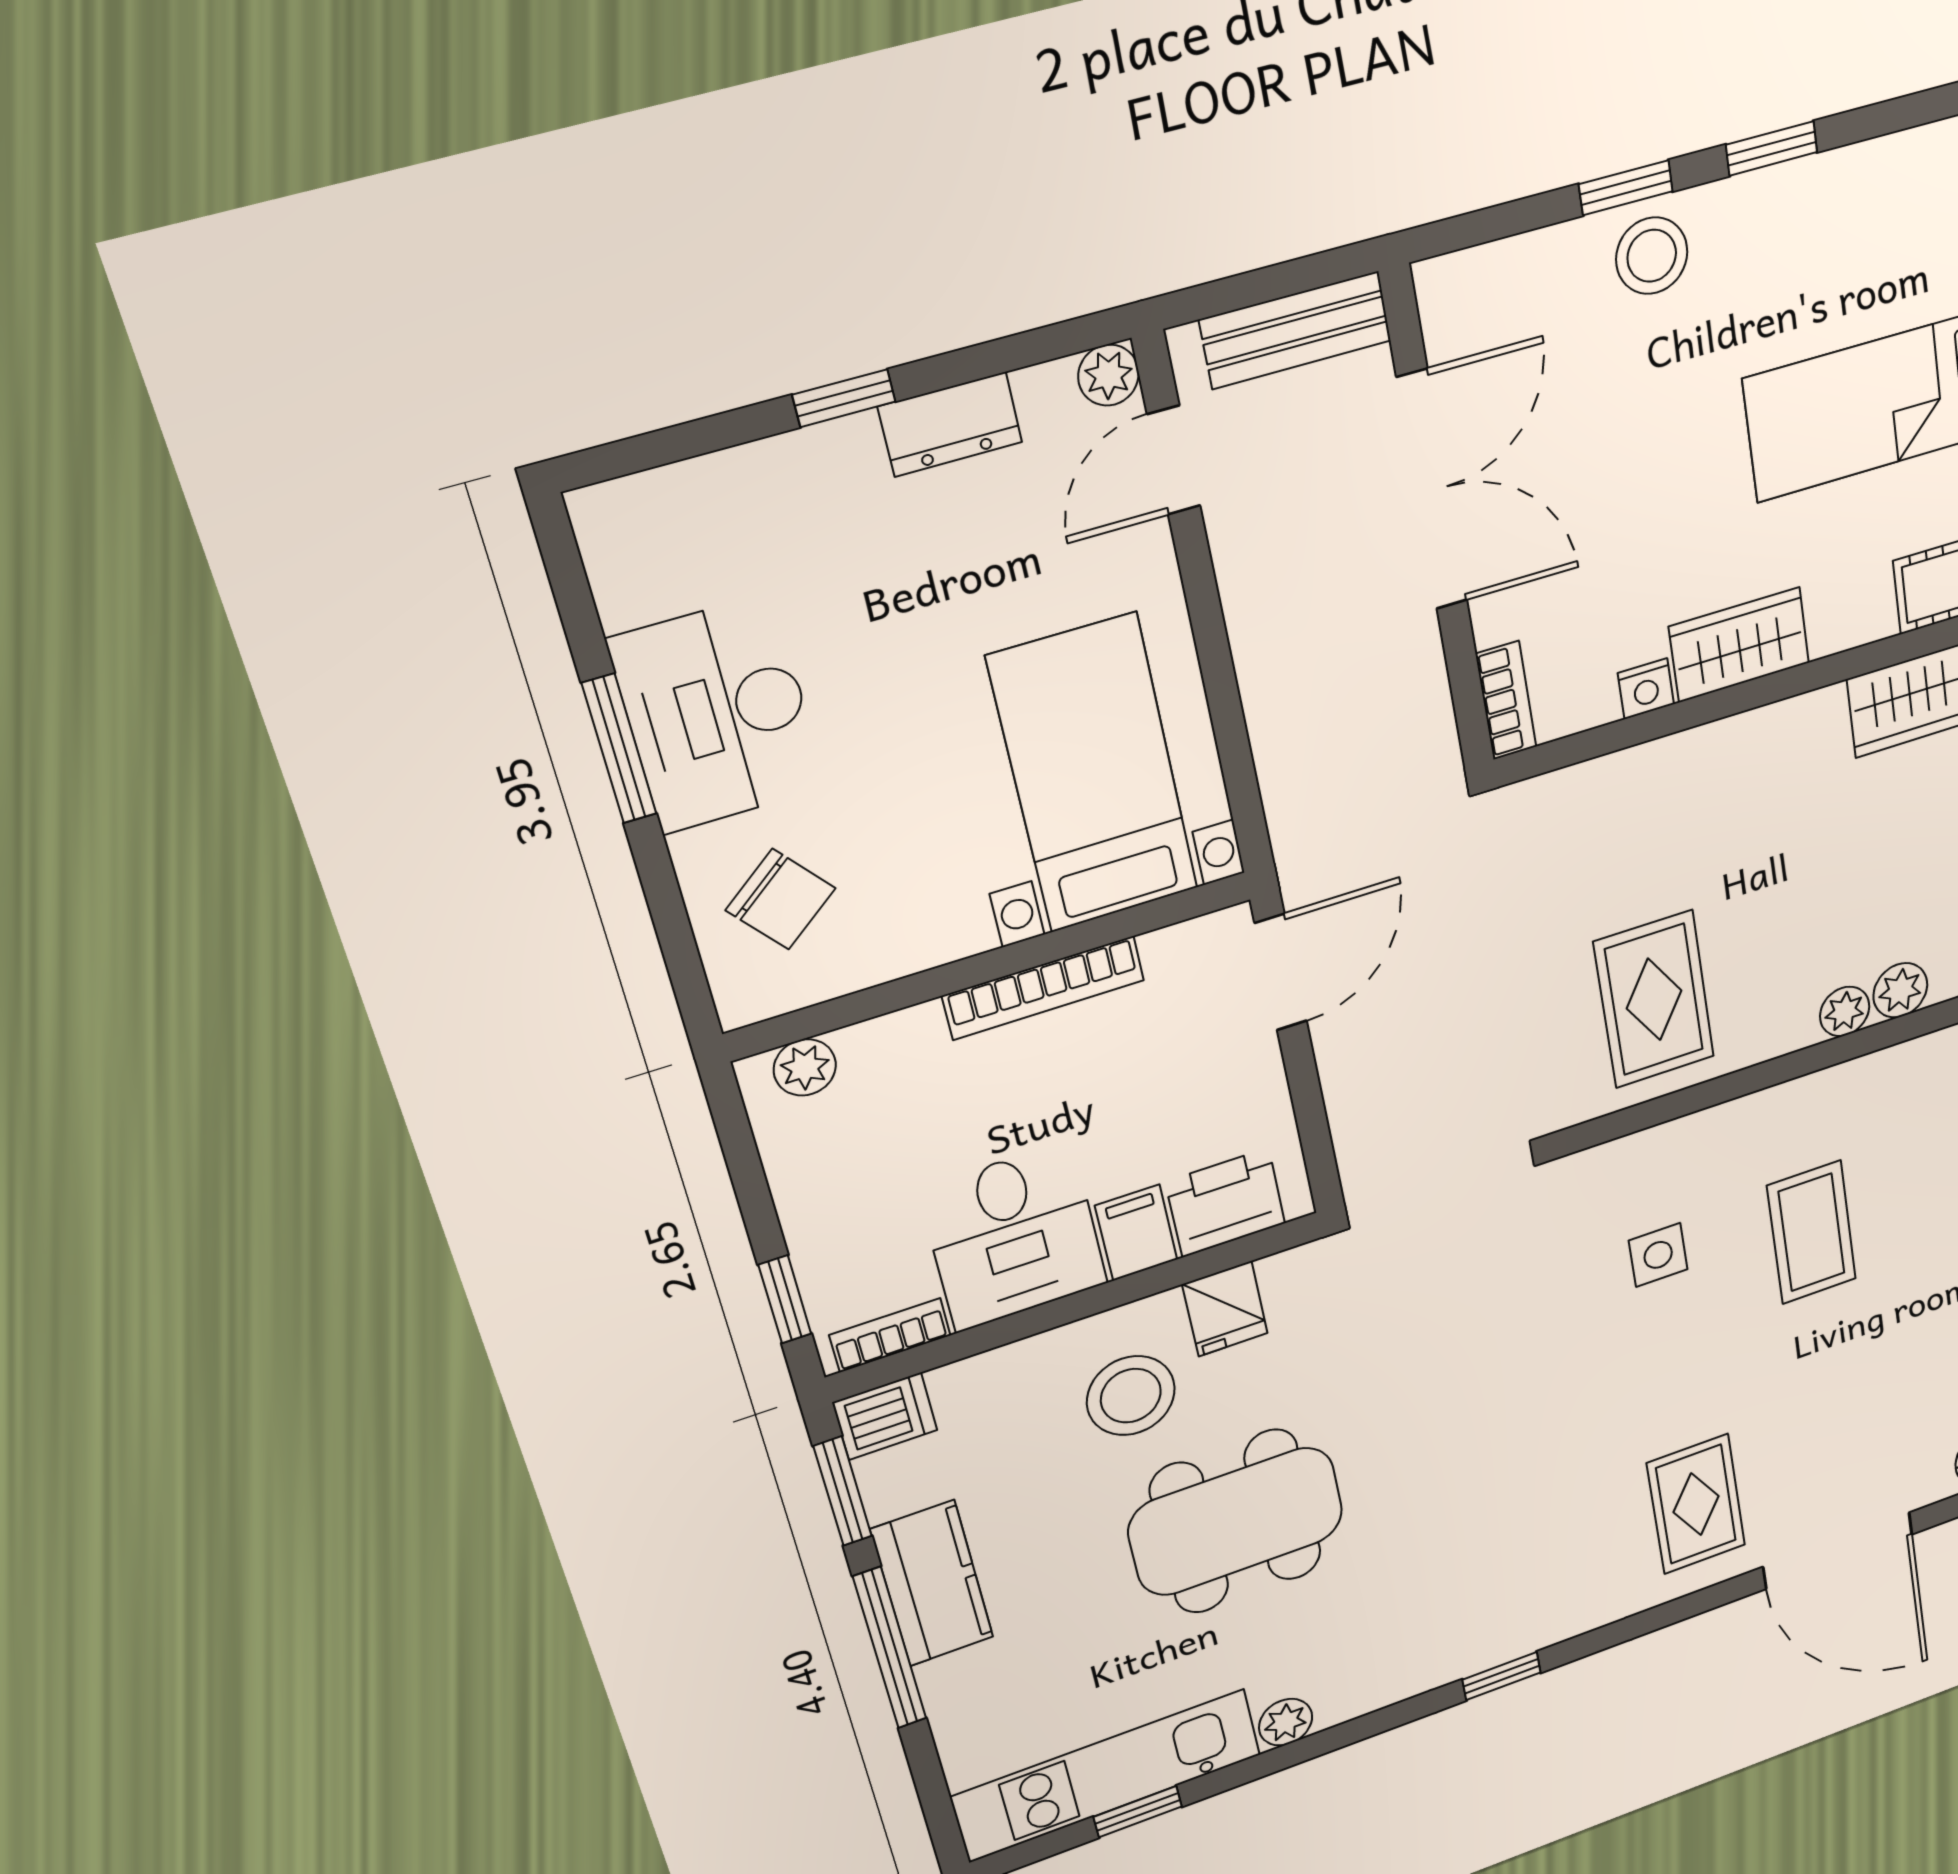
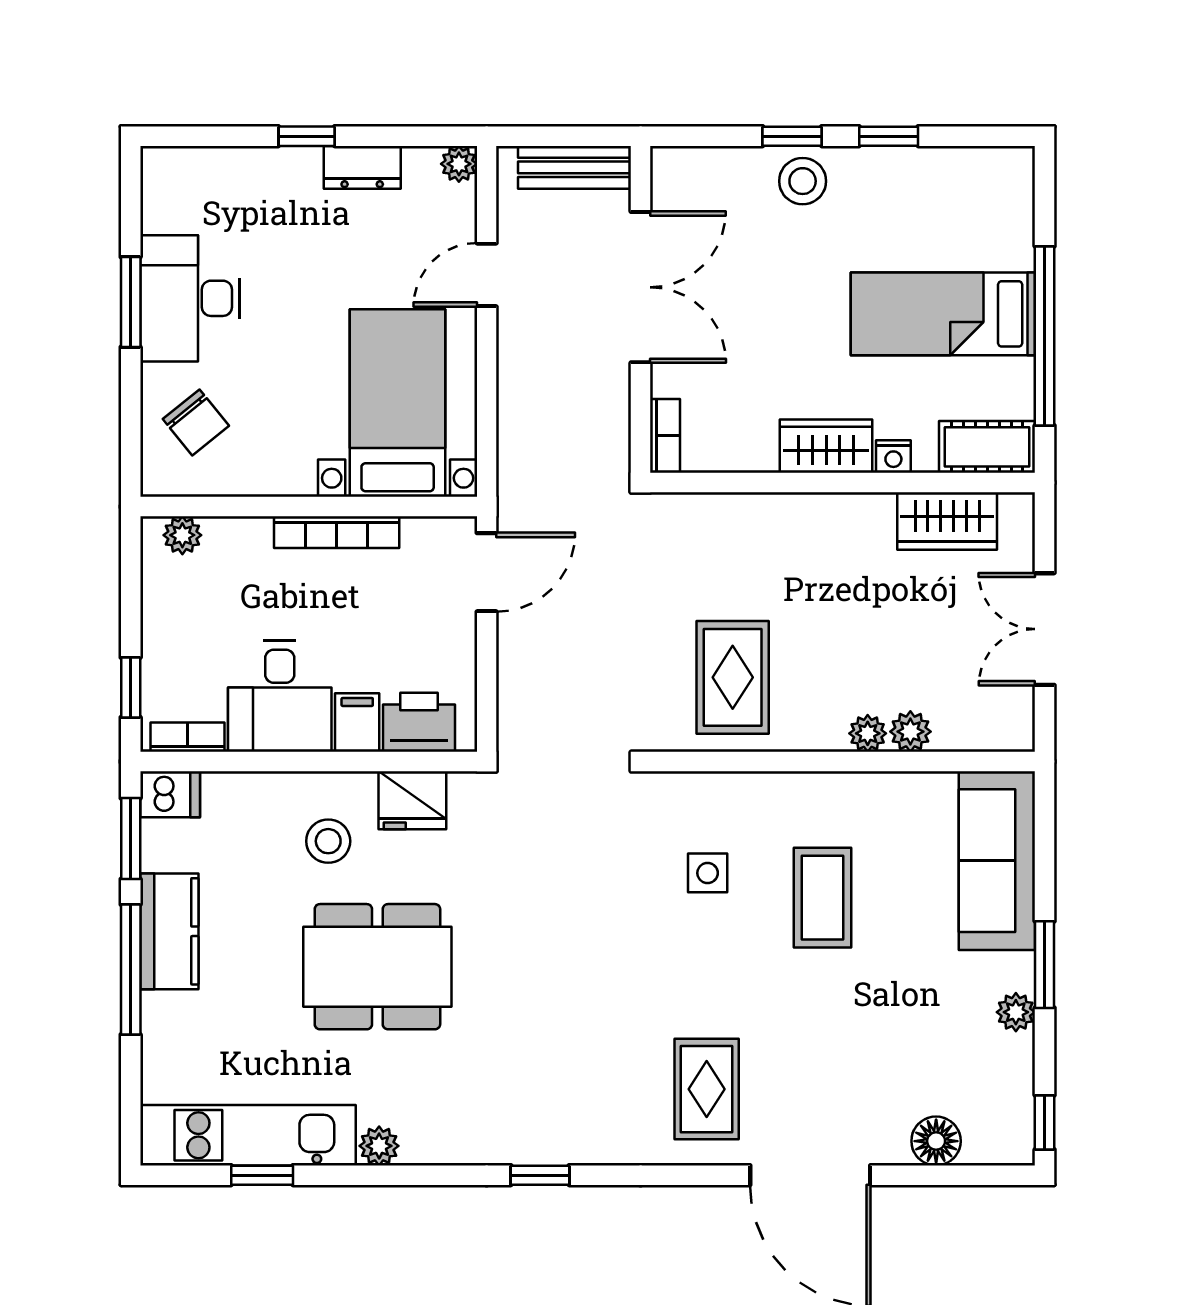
door: (1174, 460) -> (487, 275), moved
nightstand: (1646, 689) -> (893, 457), moved
fridge: (1225, 1309) -> (412, 800), width x1.38
stool: (1131, 1396) -> (328, 841), width x0.73, depth x0.73

